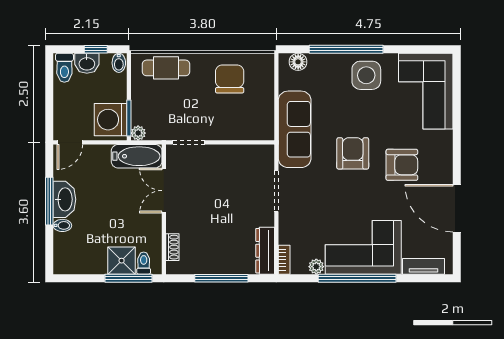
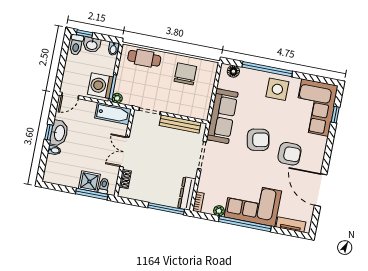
window: (96, 49) -> (85, 34), moved
window: (457, 96) -> (335, 115), added
bench: (236, 153) -> (180, 124), added
armchair: (353, 153) -> (258, 140), turned 80
double door: (164, 191) -> (124, 152), moved
window: (49, 201) -> (49, 132), width x0.46
window: (221, 278) -> (166, 209), moved

